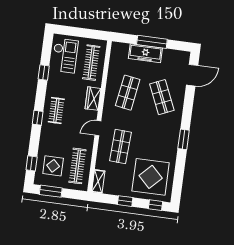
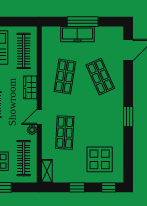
plant: (89, 140) -> (32, 130), added
display table: (151, 177) -> (100, 159), width x0.73, depth x0.73

